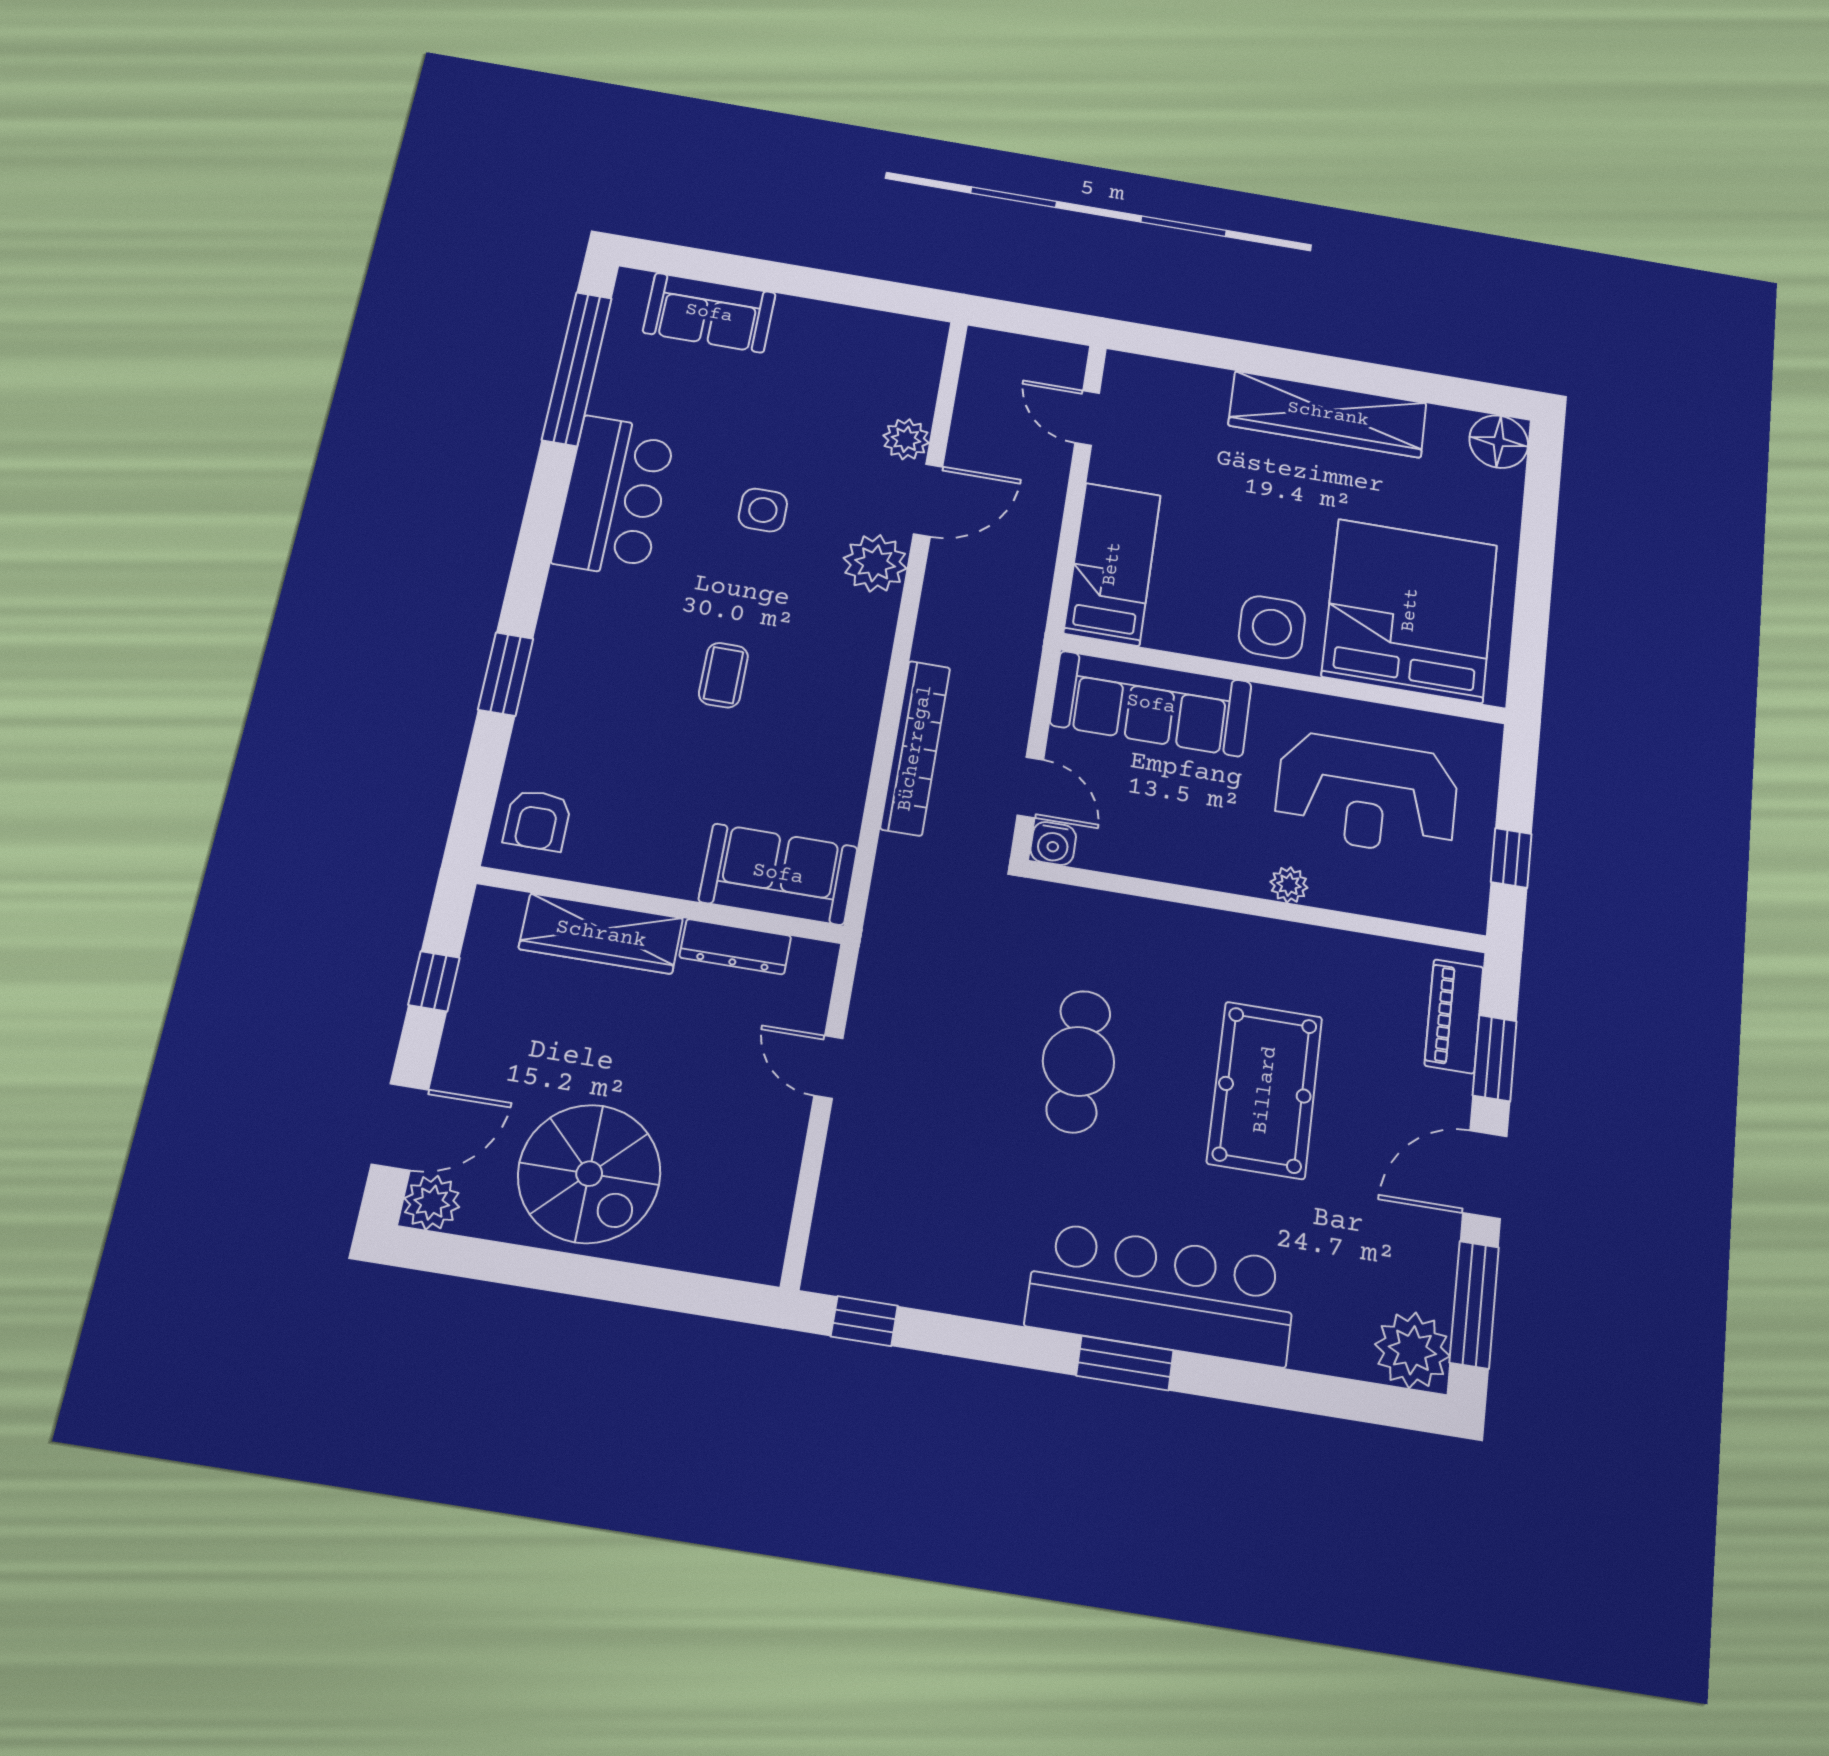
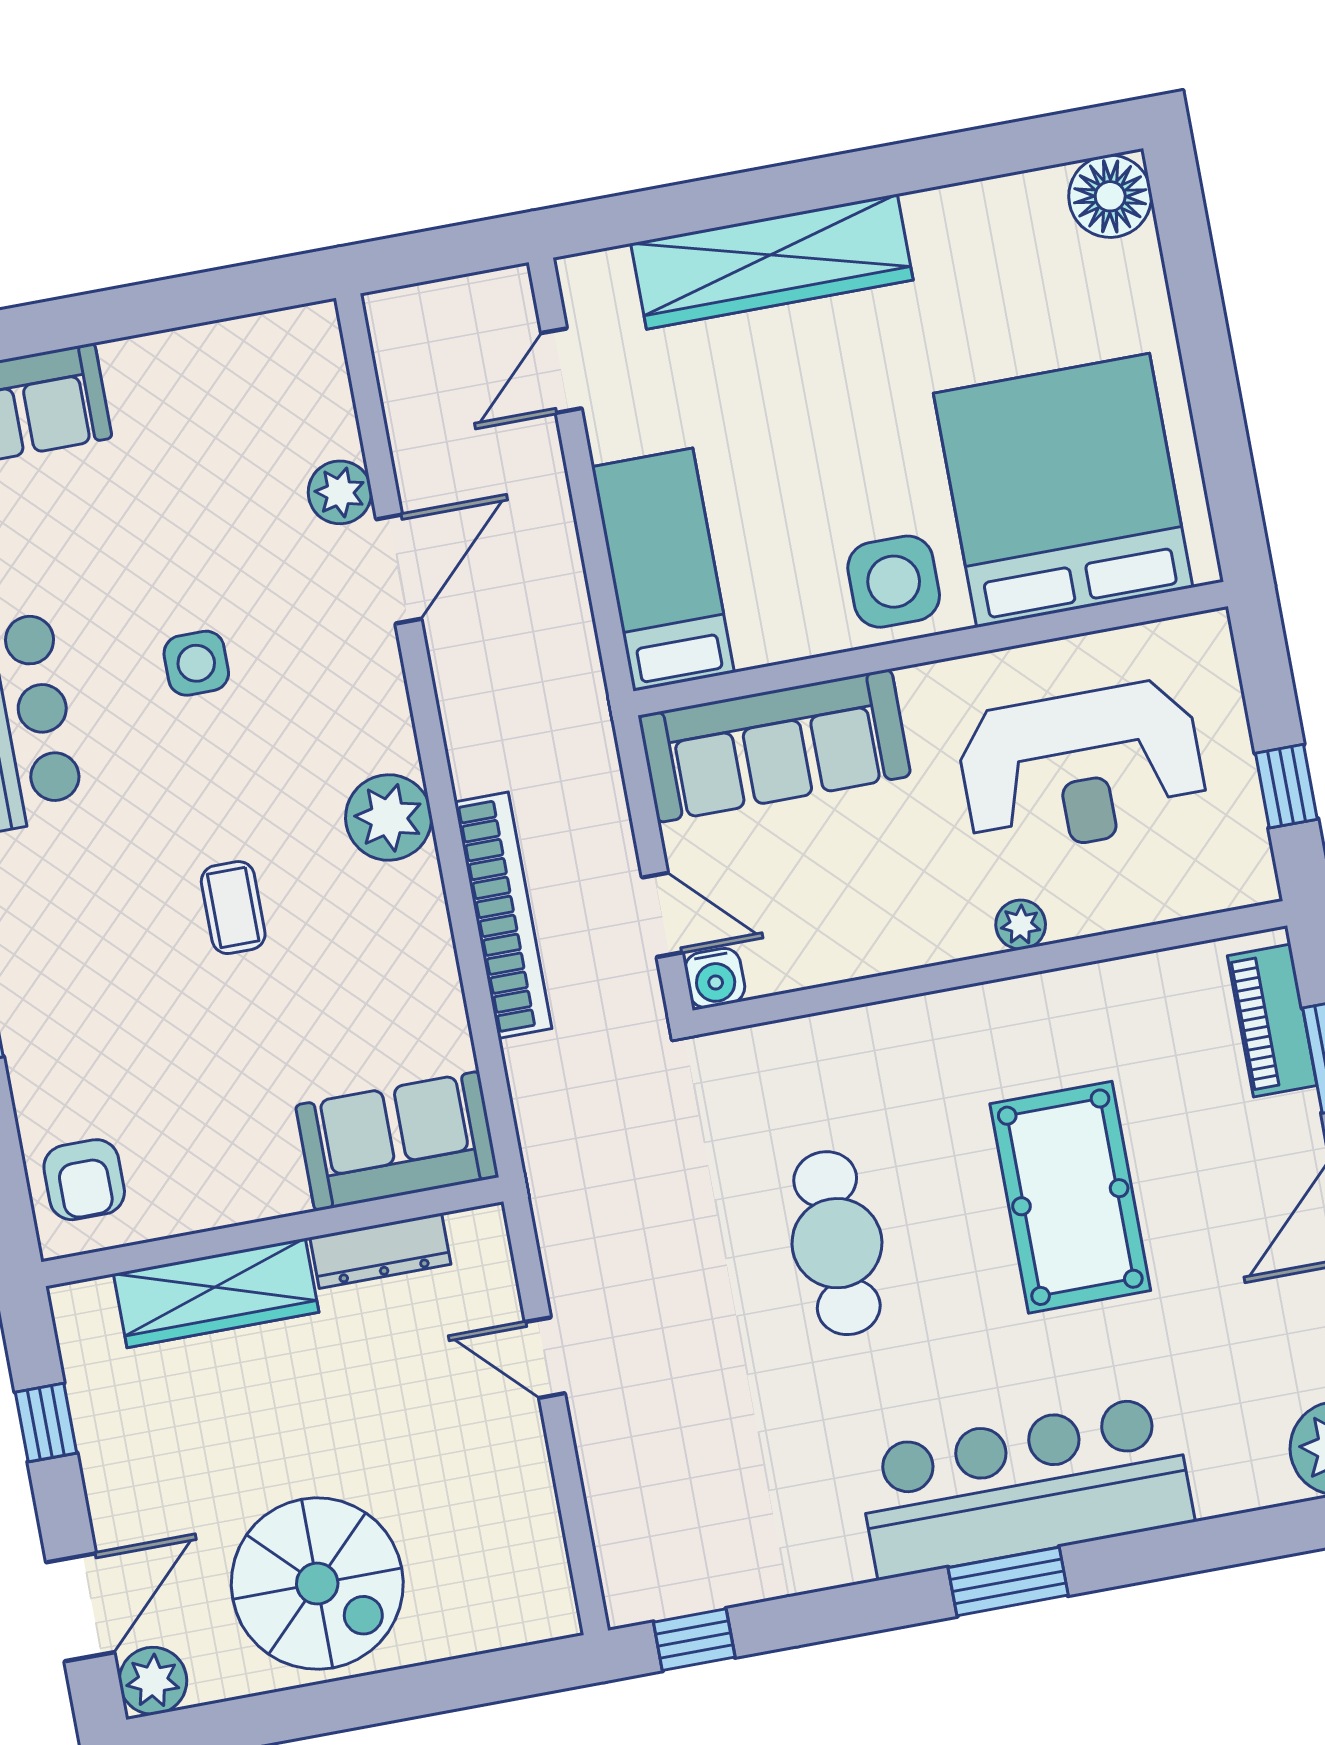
wardrobe: (1328, 414) -> (772, 262), moved
door: (1087, 418) -> (561, 371), hinge flipped
plant: (875, 563) -> (389, 818), moved

